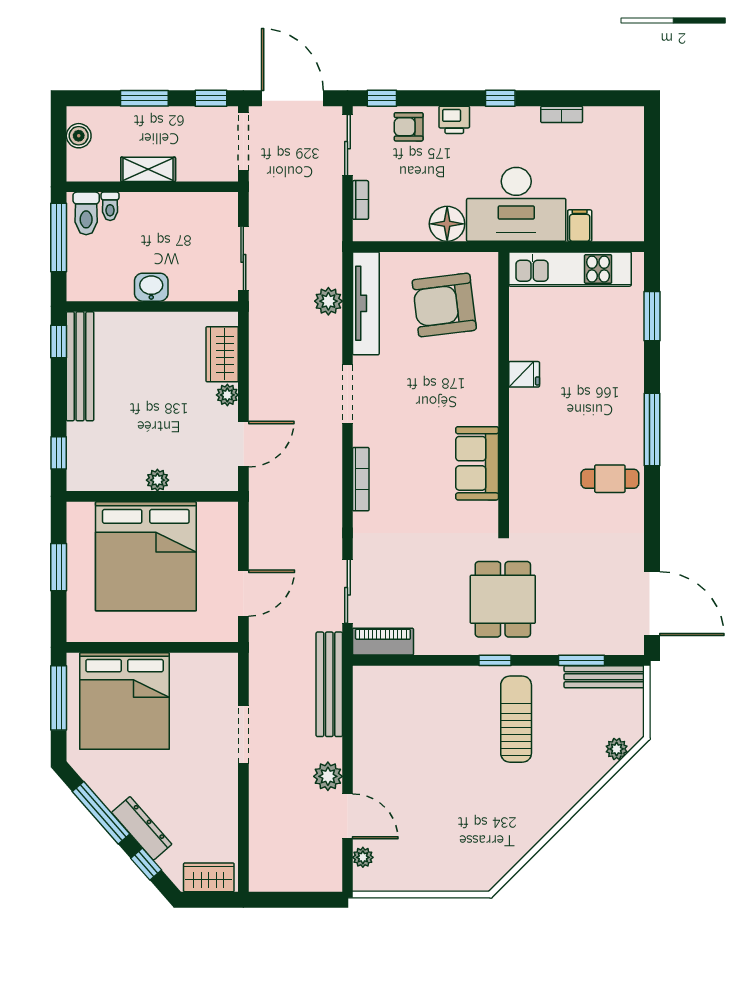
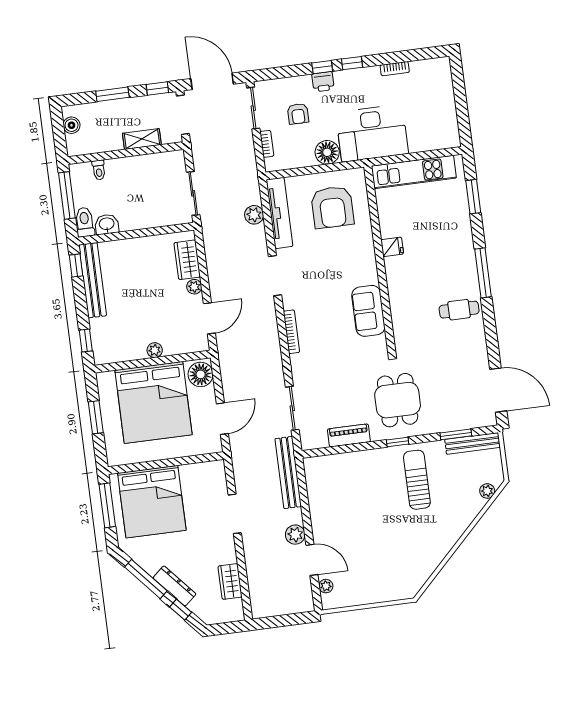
window: (382, 98) -> (322, 67), moved
armchair: (409, 127) -> (298, 114), moved, turned -90
shelving: (148, 169) -> (142, 139), moved
toilet: (86, 213) -> (85, 222), moved, turned 180
filing cabinet: (580, 226) -> (417, 142), removed
washbasin: (151, 287) -> (107, 224), moved
armchair: (444, 305) -> (332, 207), turned -83
floor lamp: (220, 524) -> (201, 374), added
piano: (383, 642) -> (349, 435), moved
wardrobe: (209, 877) -> (230, 582), moved, turned -90

